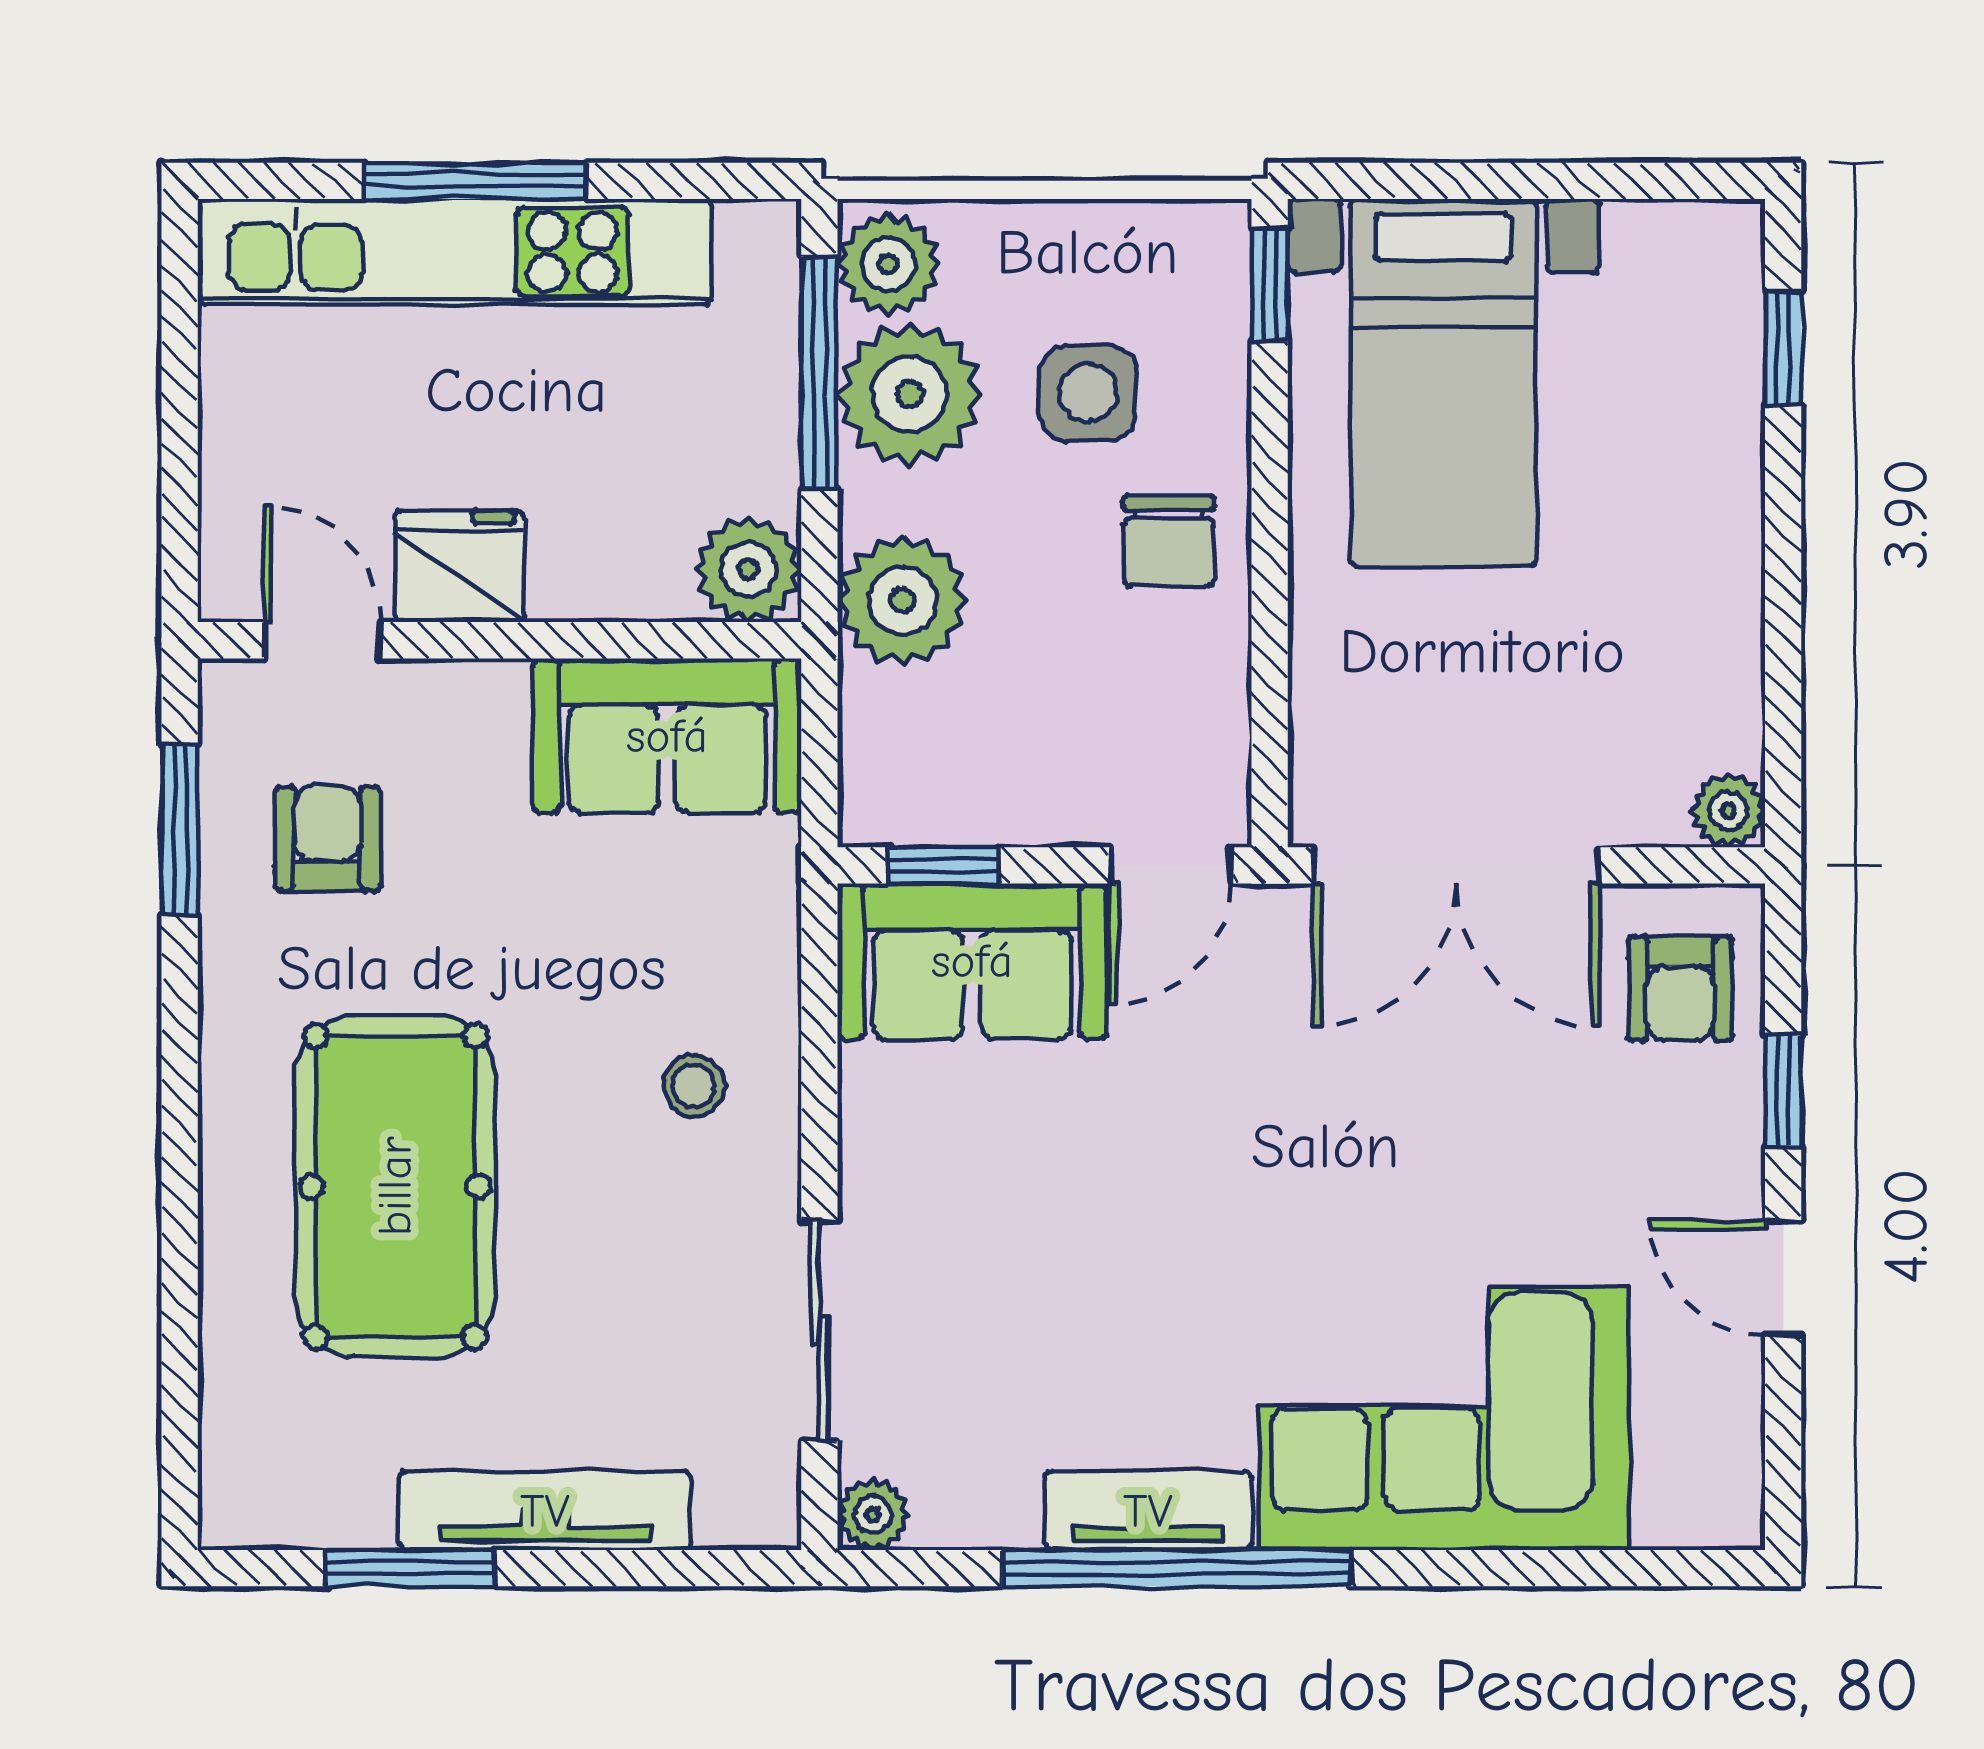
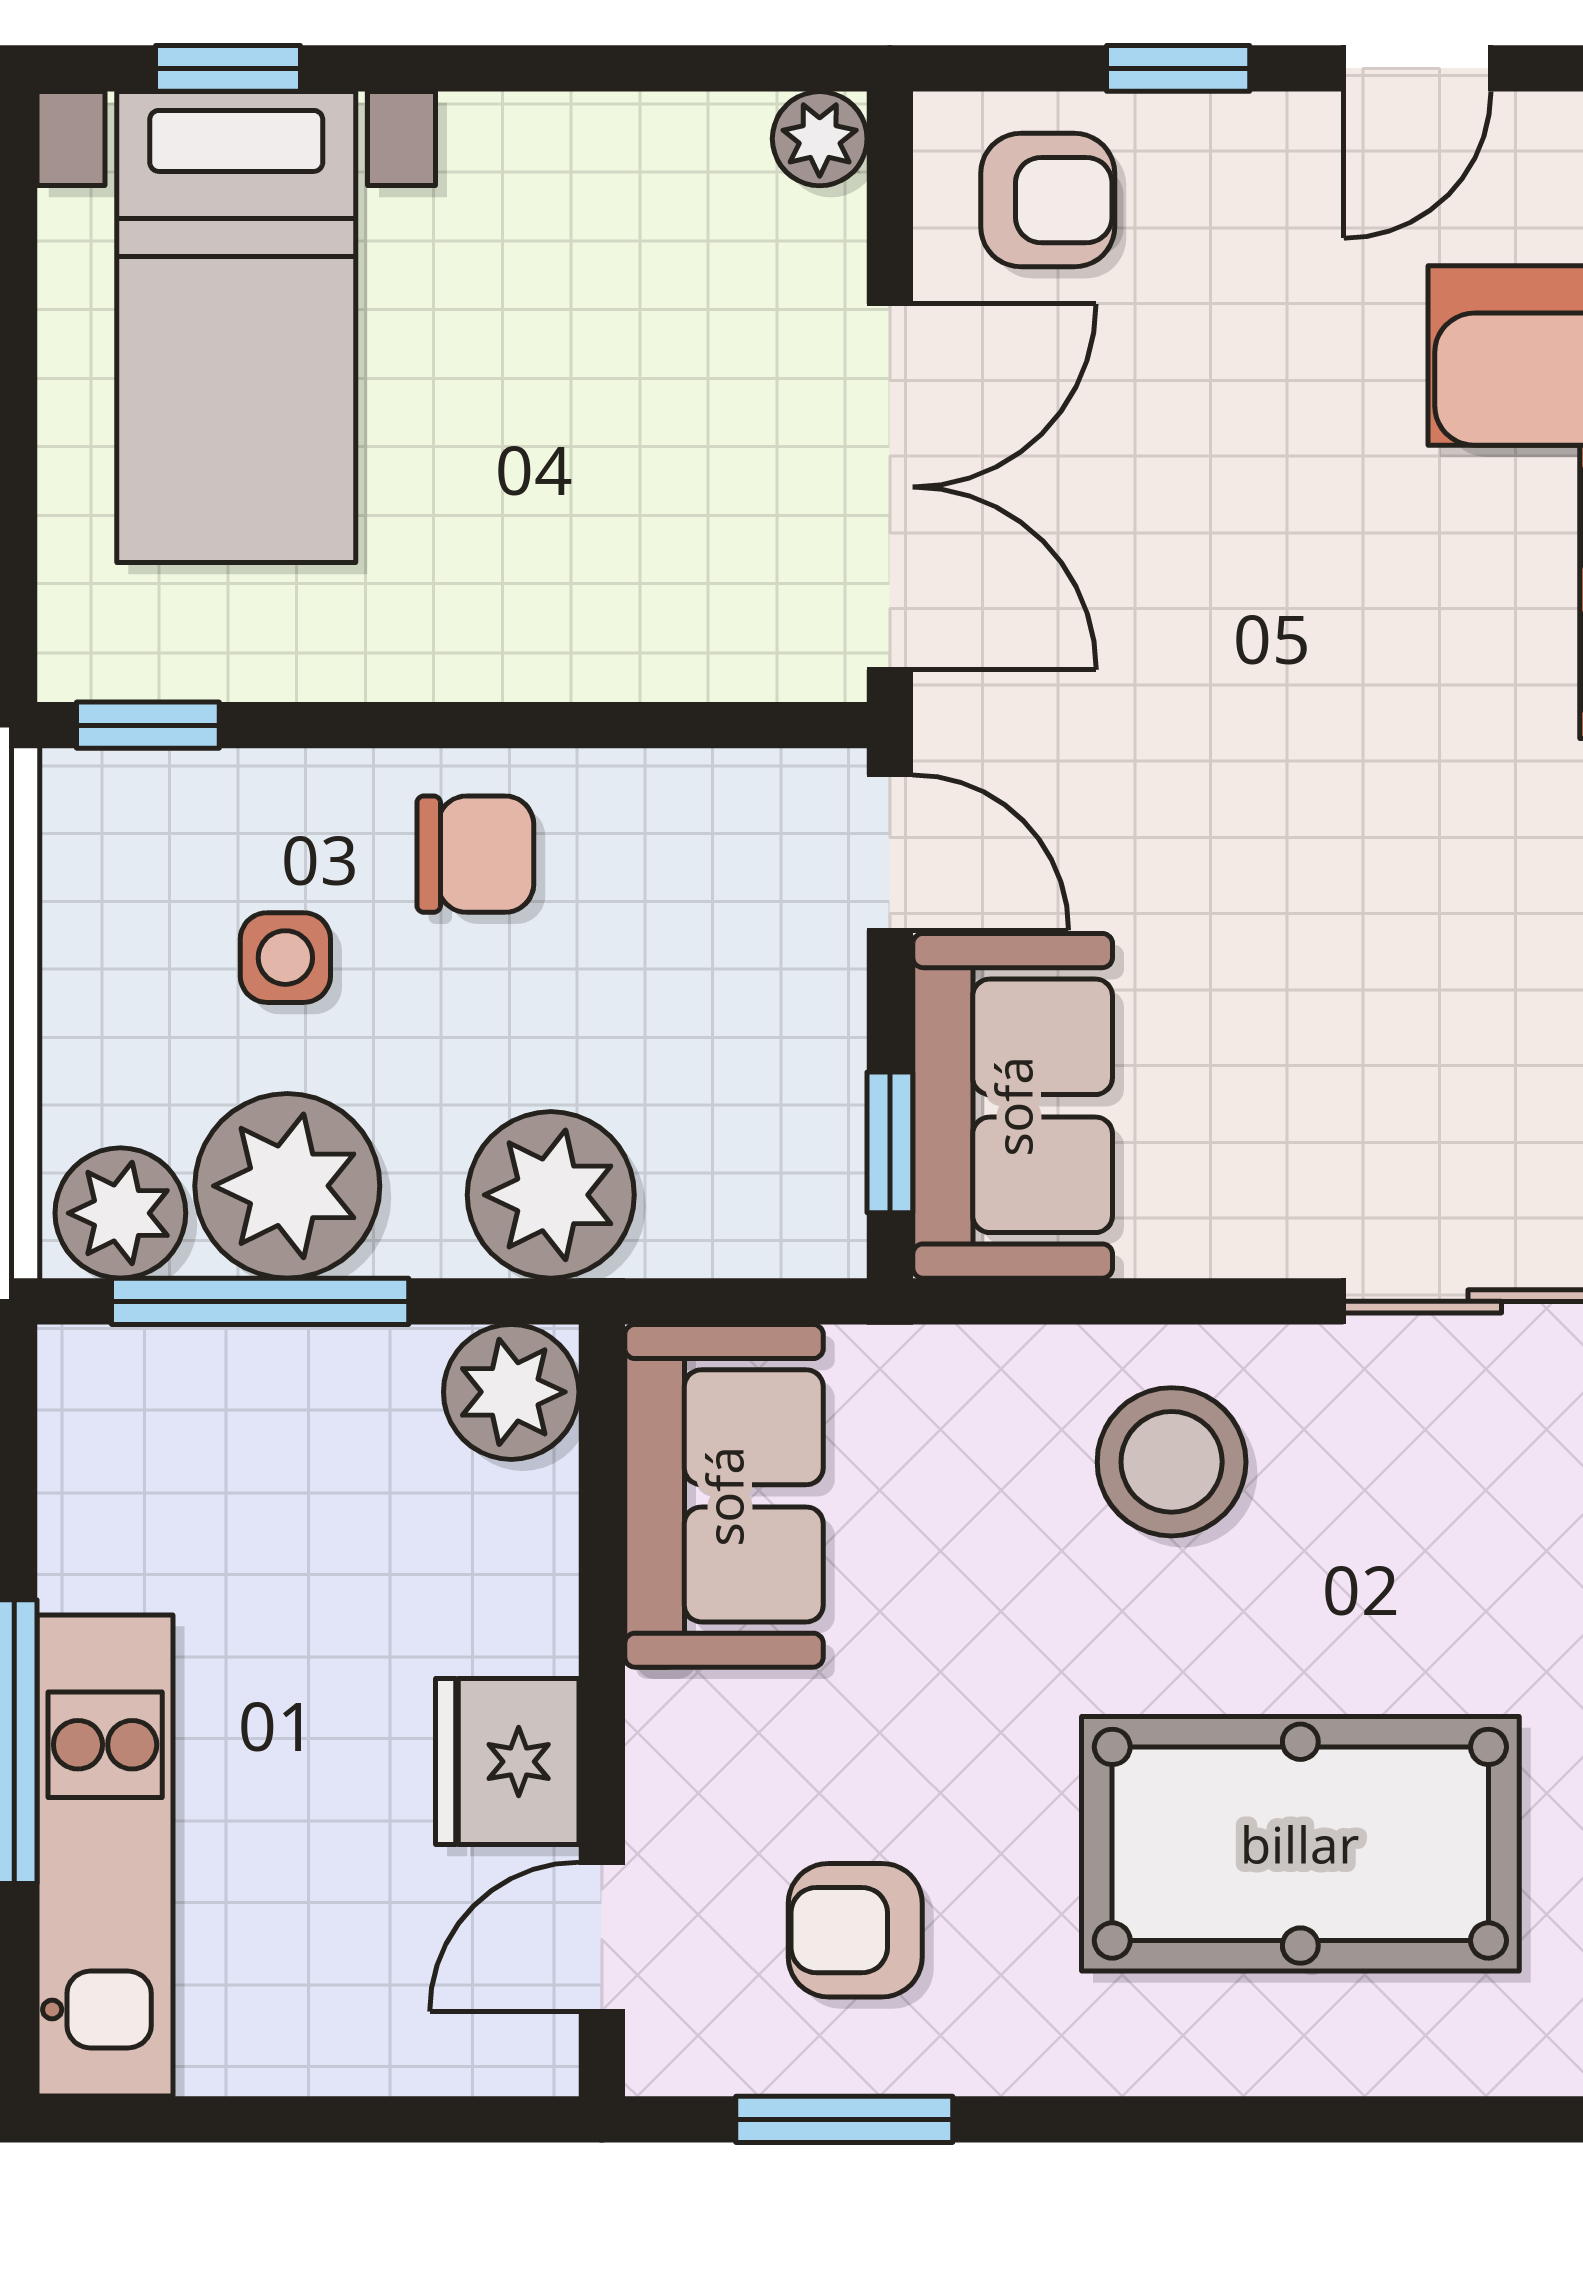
kitchen unit: (454, 252) -> (105, 1855), width x0.73
bed with nightstands: (1443, 383) -> (236, 327), moved, turned 90
side table: (1088, 393) -> (285, 958), width x0.73, depth x0.73
stool: (694, 1086) -> (1172, 1462), width x1.89, depth x1.89

